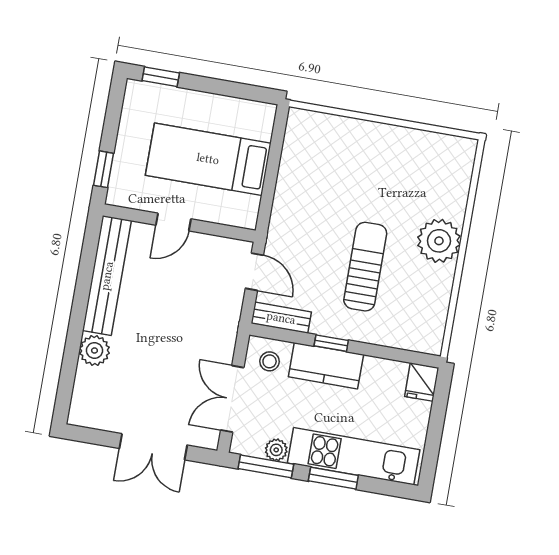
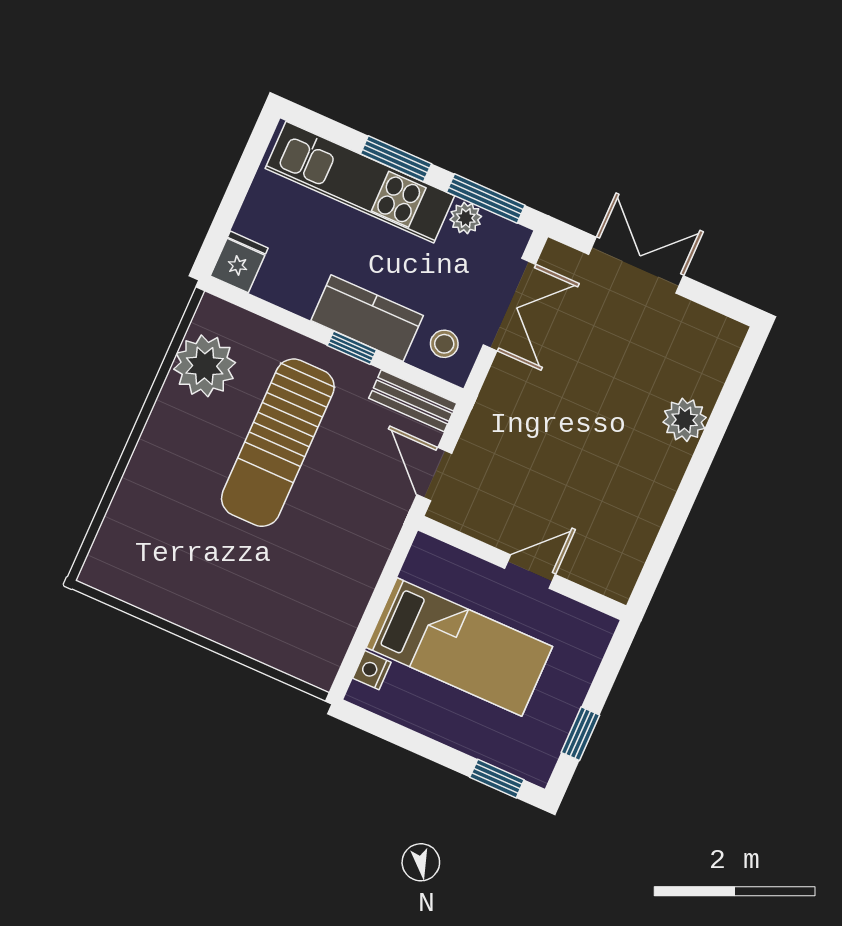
nightstand: (264, 129) -> (372, 670), added
window: (104, 169) -> (580, 734), moved
plant: (439, 241) -> (205, 366), moved
sun lounger: (365, 267) -> (278, 443), width x1.36, depth x1.34
bench: (107, 276) -> (641, 520), removed

